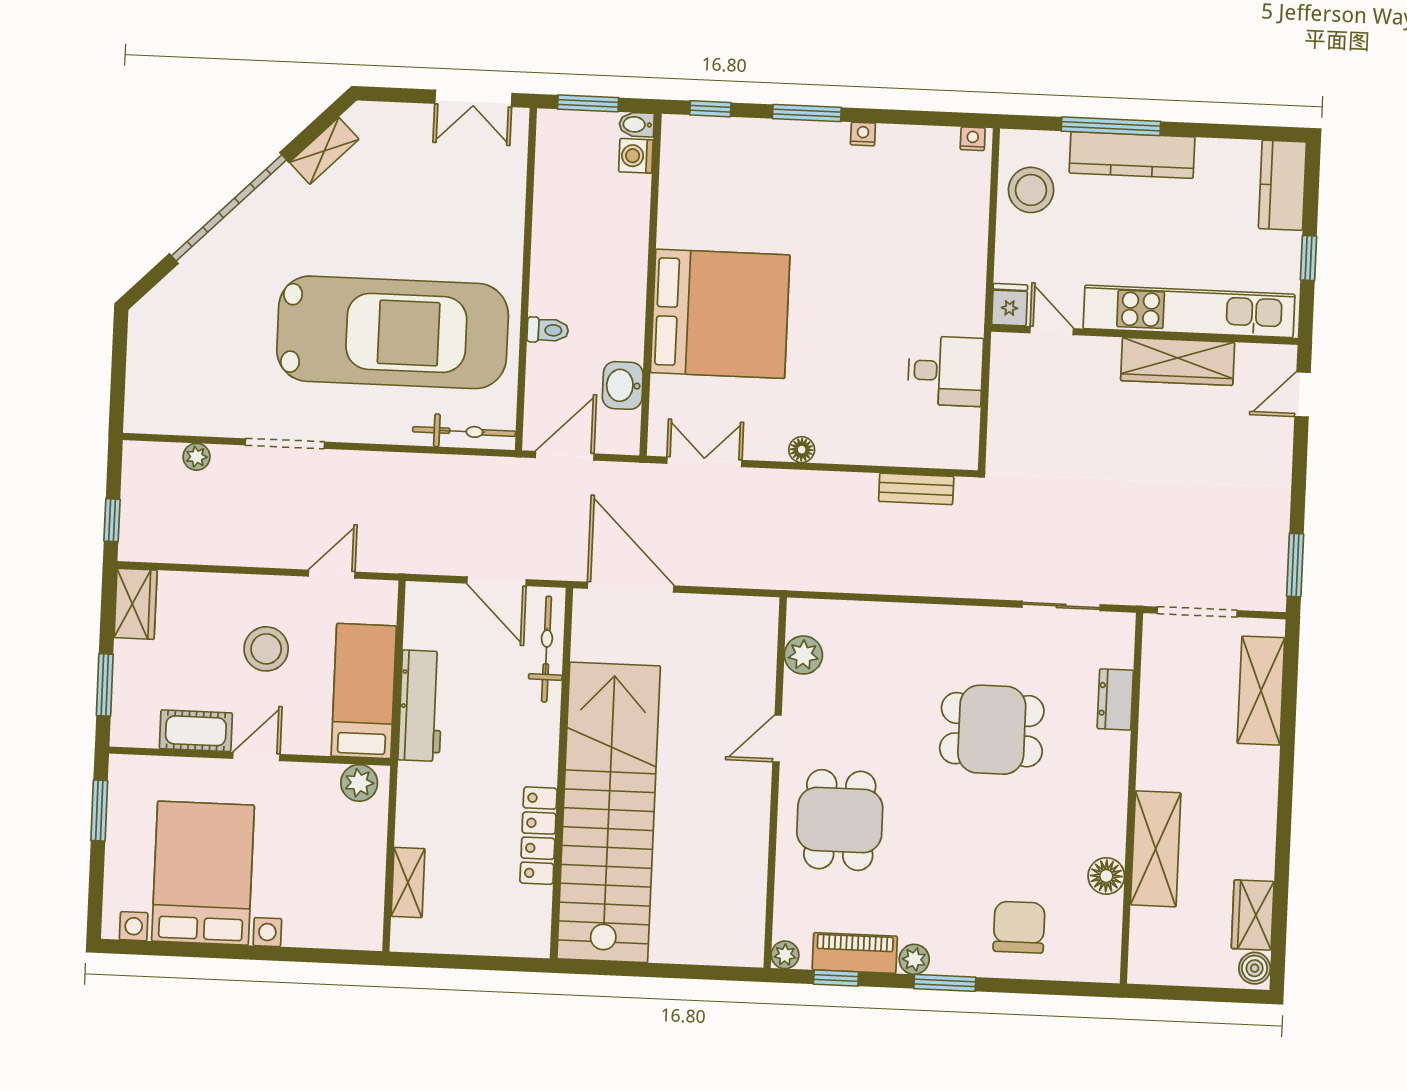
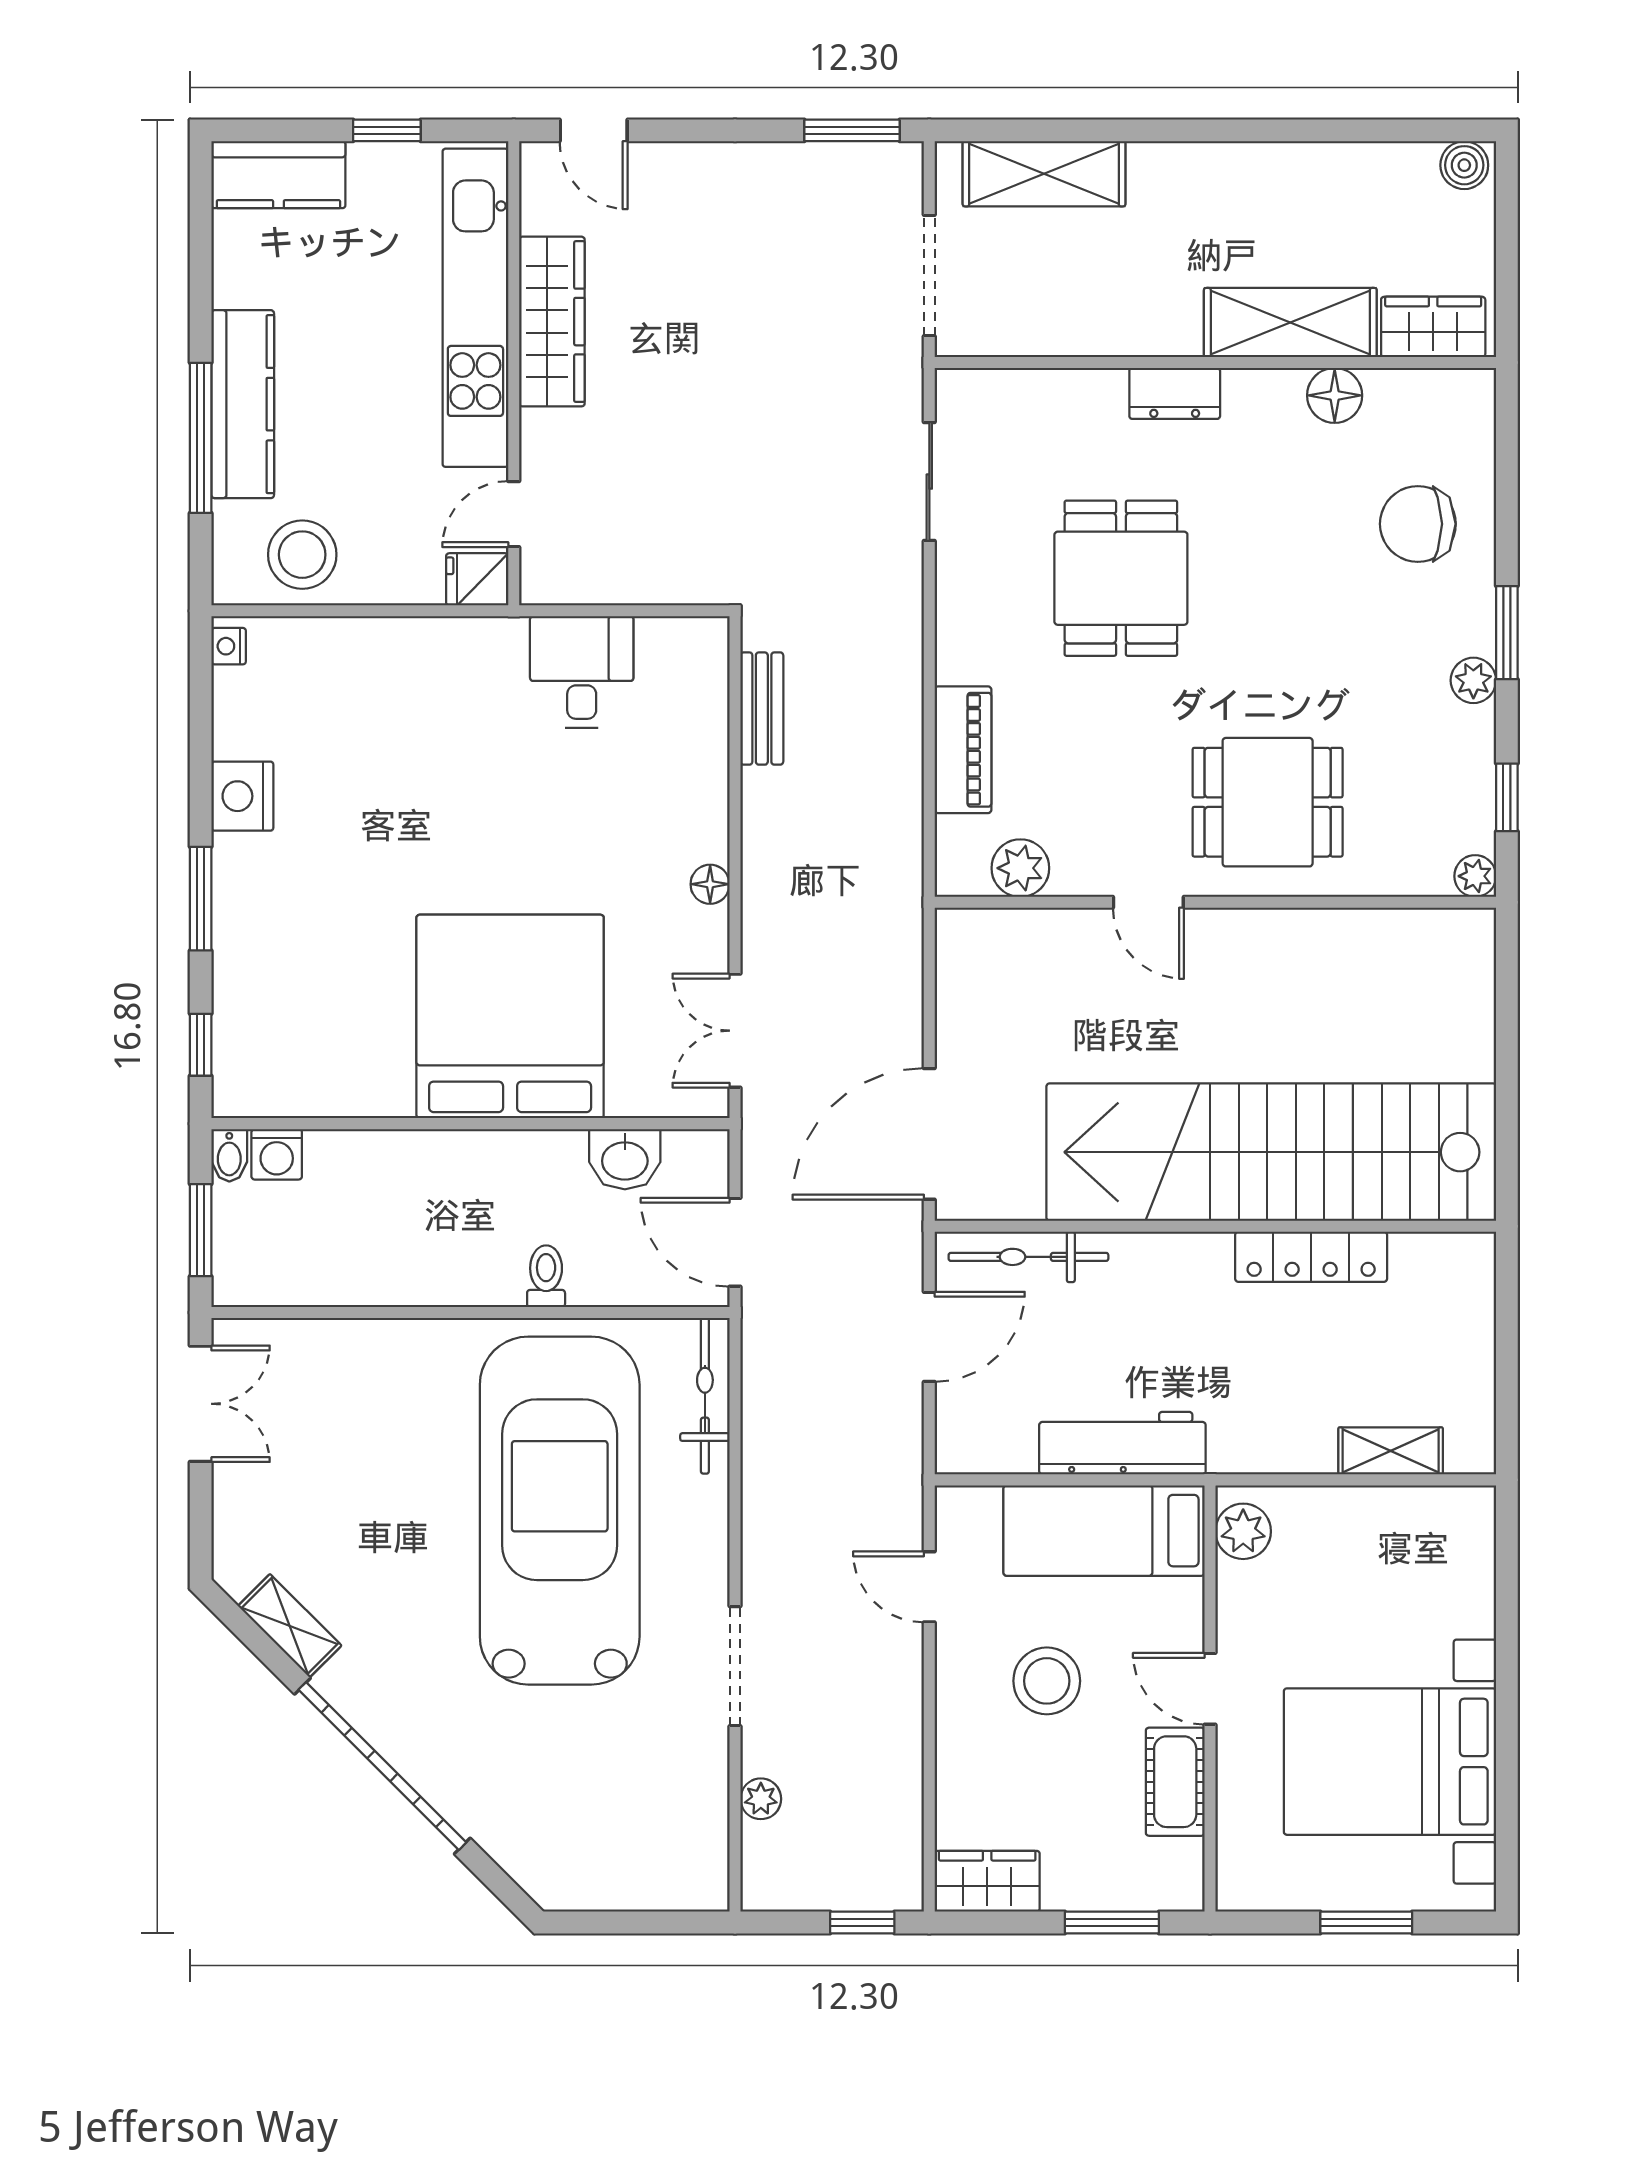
nightstand: (863, 134) -> (242, 796), width x1.89, depth x1.79
dresser: (1115, 699) -> (1175, 393), moved
window: (99, 810) -> (1366, 1922), moved
wardrobe: (1253, 915) -> (1433, 327), moved, turned 180
piano: (855, 953) -> (963, 750), moved, turned 180

